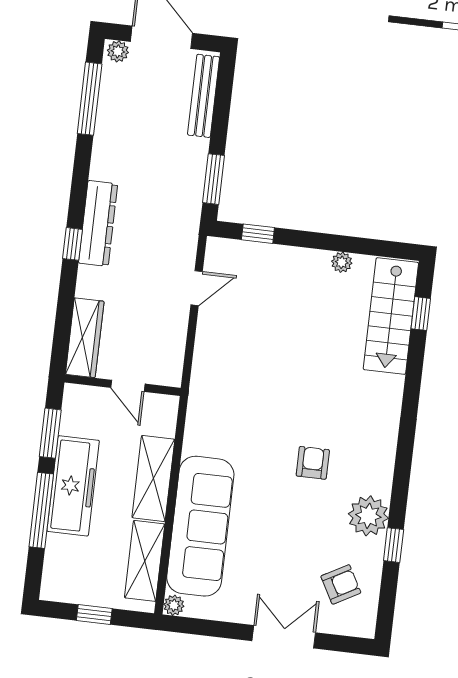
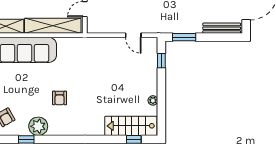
armchair: (313, 463) -> (60, 98), turned 90
shelving: (153, 478) -> (53, 26), width x1.47

